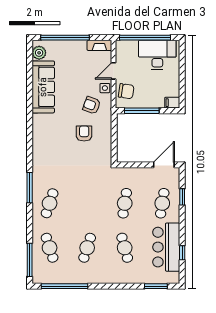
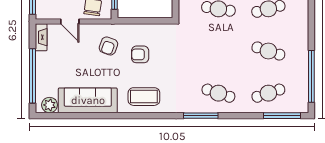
side table: (105, 88) -> (89, 31), removed
coffee table: (47, 137) -> (144, 97), added

